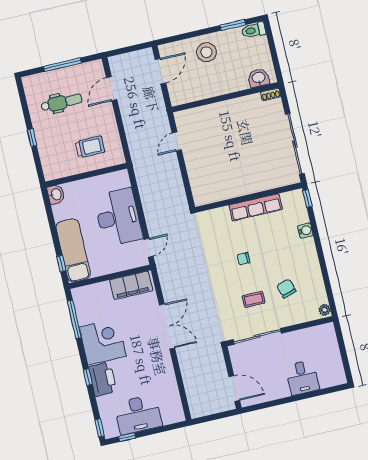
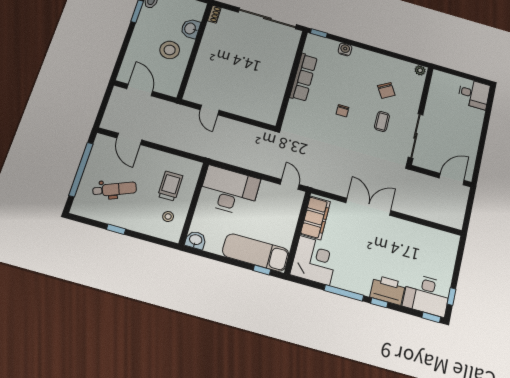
stool: (206, 52) -> (170, 50), moved
window: (63, 65) -> (81, 169), width x1.46
washbasin: (259, 78) -> (191, 29), moved
dental chair: (61, 102) -> (115, 189), turned 68
window: (32, 138) -> (116, 229), moved
stool: (63, 160) -> (168, 217), added
desk: (118, 217) -> (229, 191), moved
chair: (286, 289) -> (386, 90), turned -104
window: (74, 319) -> (344, 293), moved
corner desk: (103, 342) -> (315, 260), moved, turned 90
desk: (302, 378) -> (474, 94), moved
desk: (138, 414) -> (427, 295), moved, turned 90

